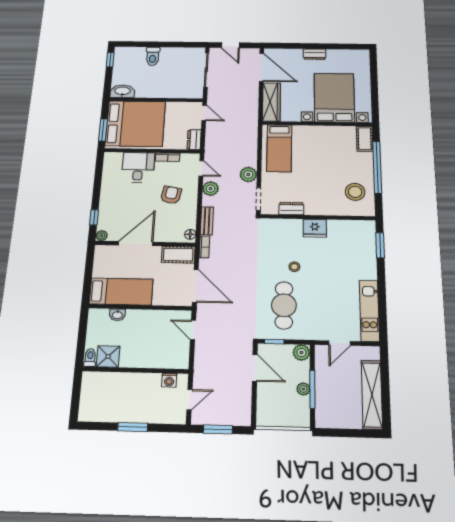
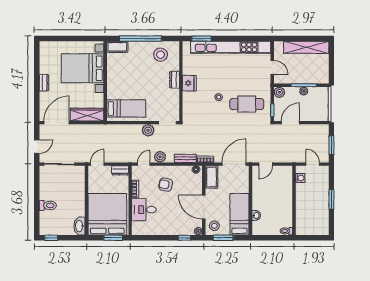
dresser: (291, 209) -> (175, 80), moved
stool: (107, 257) -> (214, 226), added
window: (89, 268) -> (223, 238), added
kitchen unit: (369, 311) -> (231, 47), width x1.86
shower: (108, 356) -> (285, 219), removed

